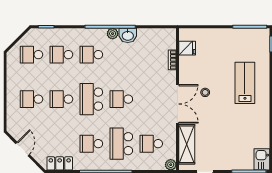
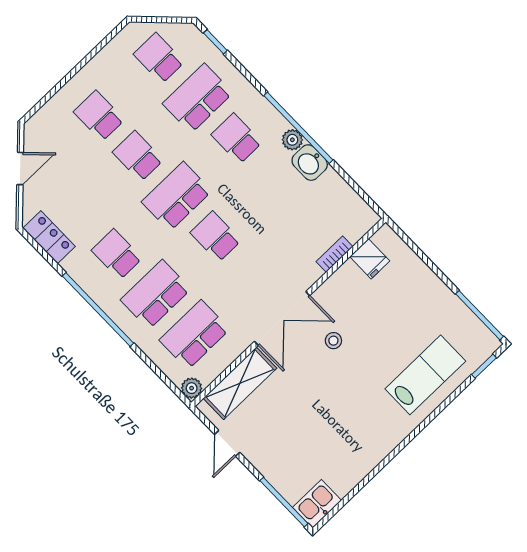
school desk: (61, 55) -> (198, 98), width x1.85
lab bench: (245, 83) -> (425, 375), moved
school desk: (151, 144) -> (194, 335), width x1.85

